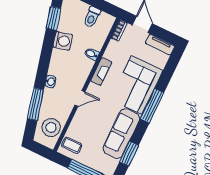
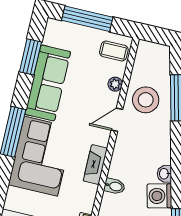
washbasin: (50, 82) -> (164, 174), moved
plant: (76, 123) -> (115, 84), added
stool: (51, 127) -> (146, 100), moved

